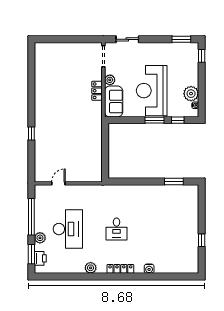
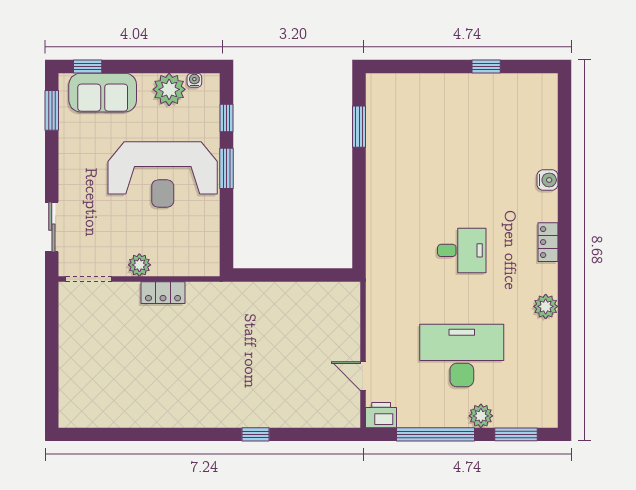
sofa: (114, 101) -> (103, 93), moved, turned 180
printer: (40, 258) -> (381, 415), moved
locker: (120, 269) -> (548, 242), width x0.66

